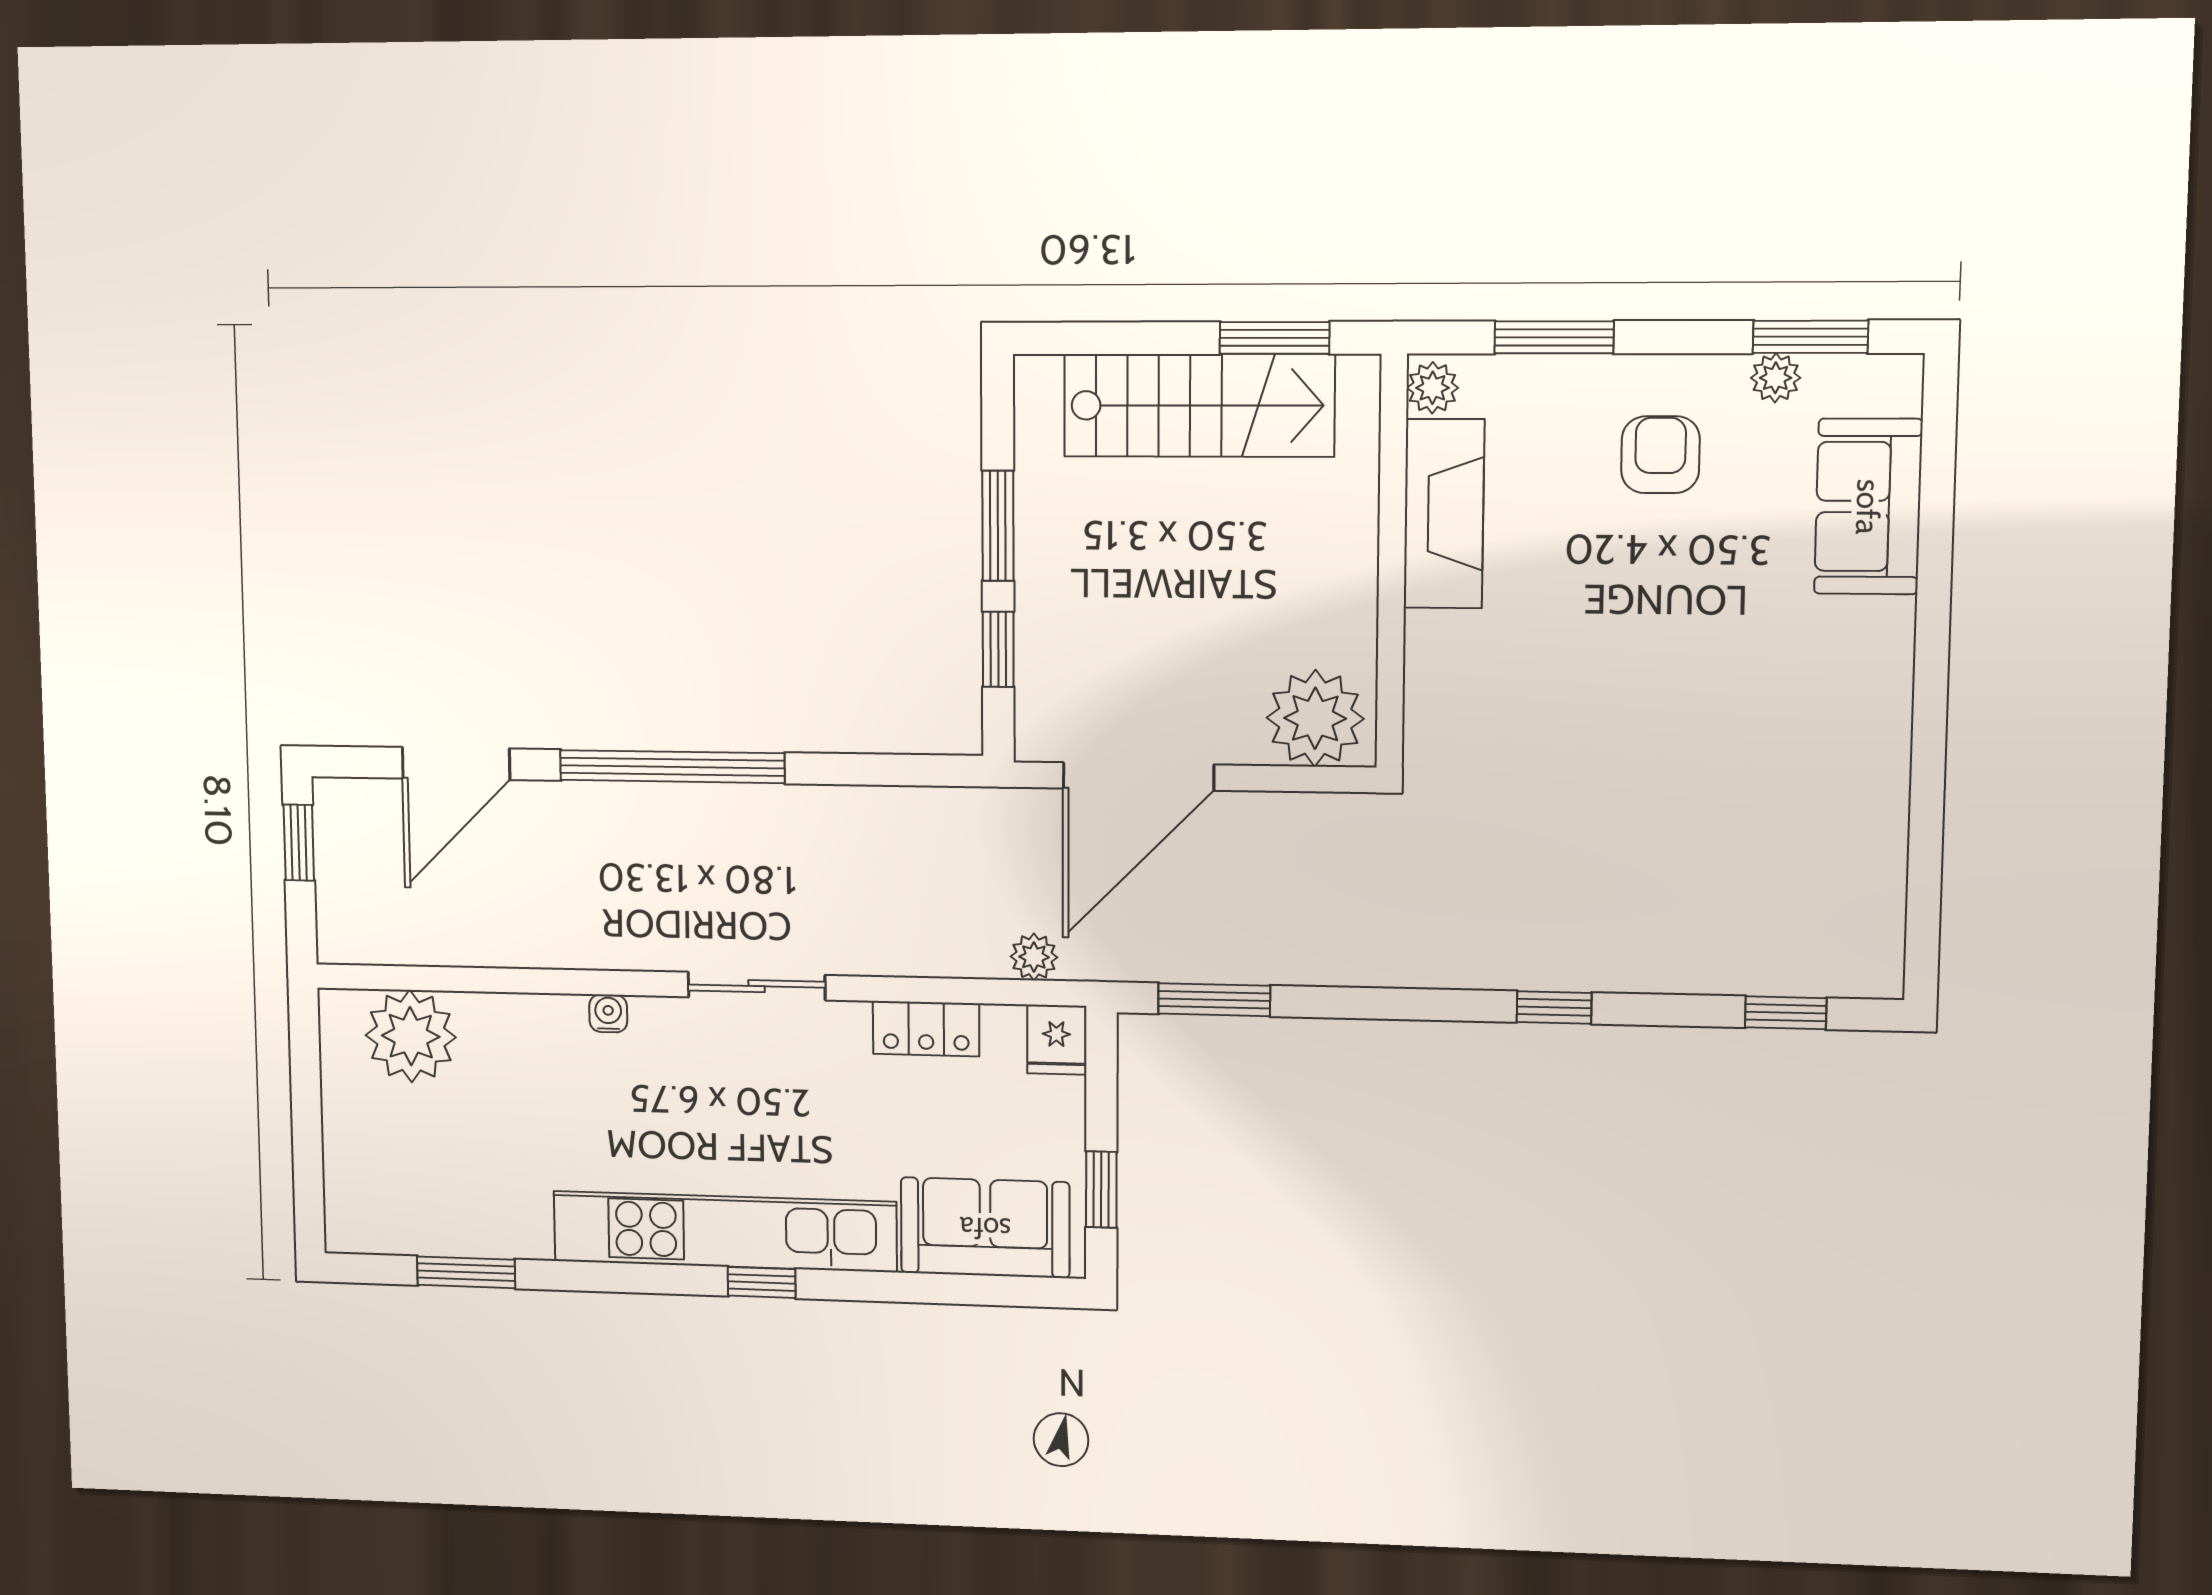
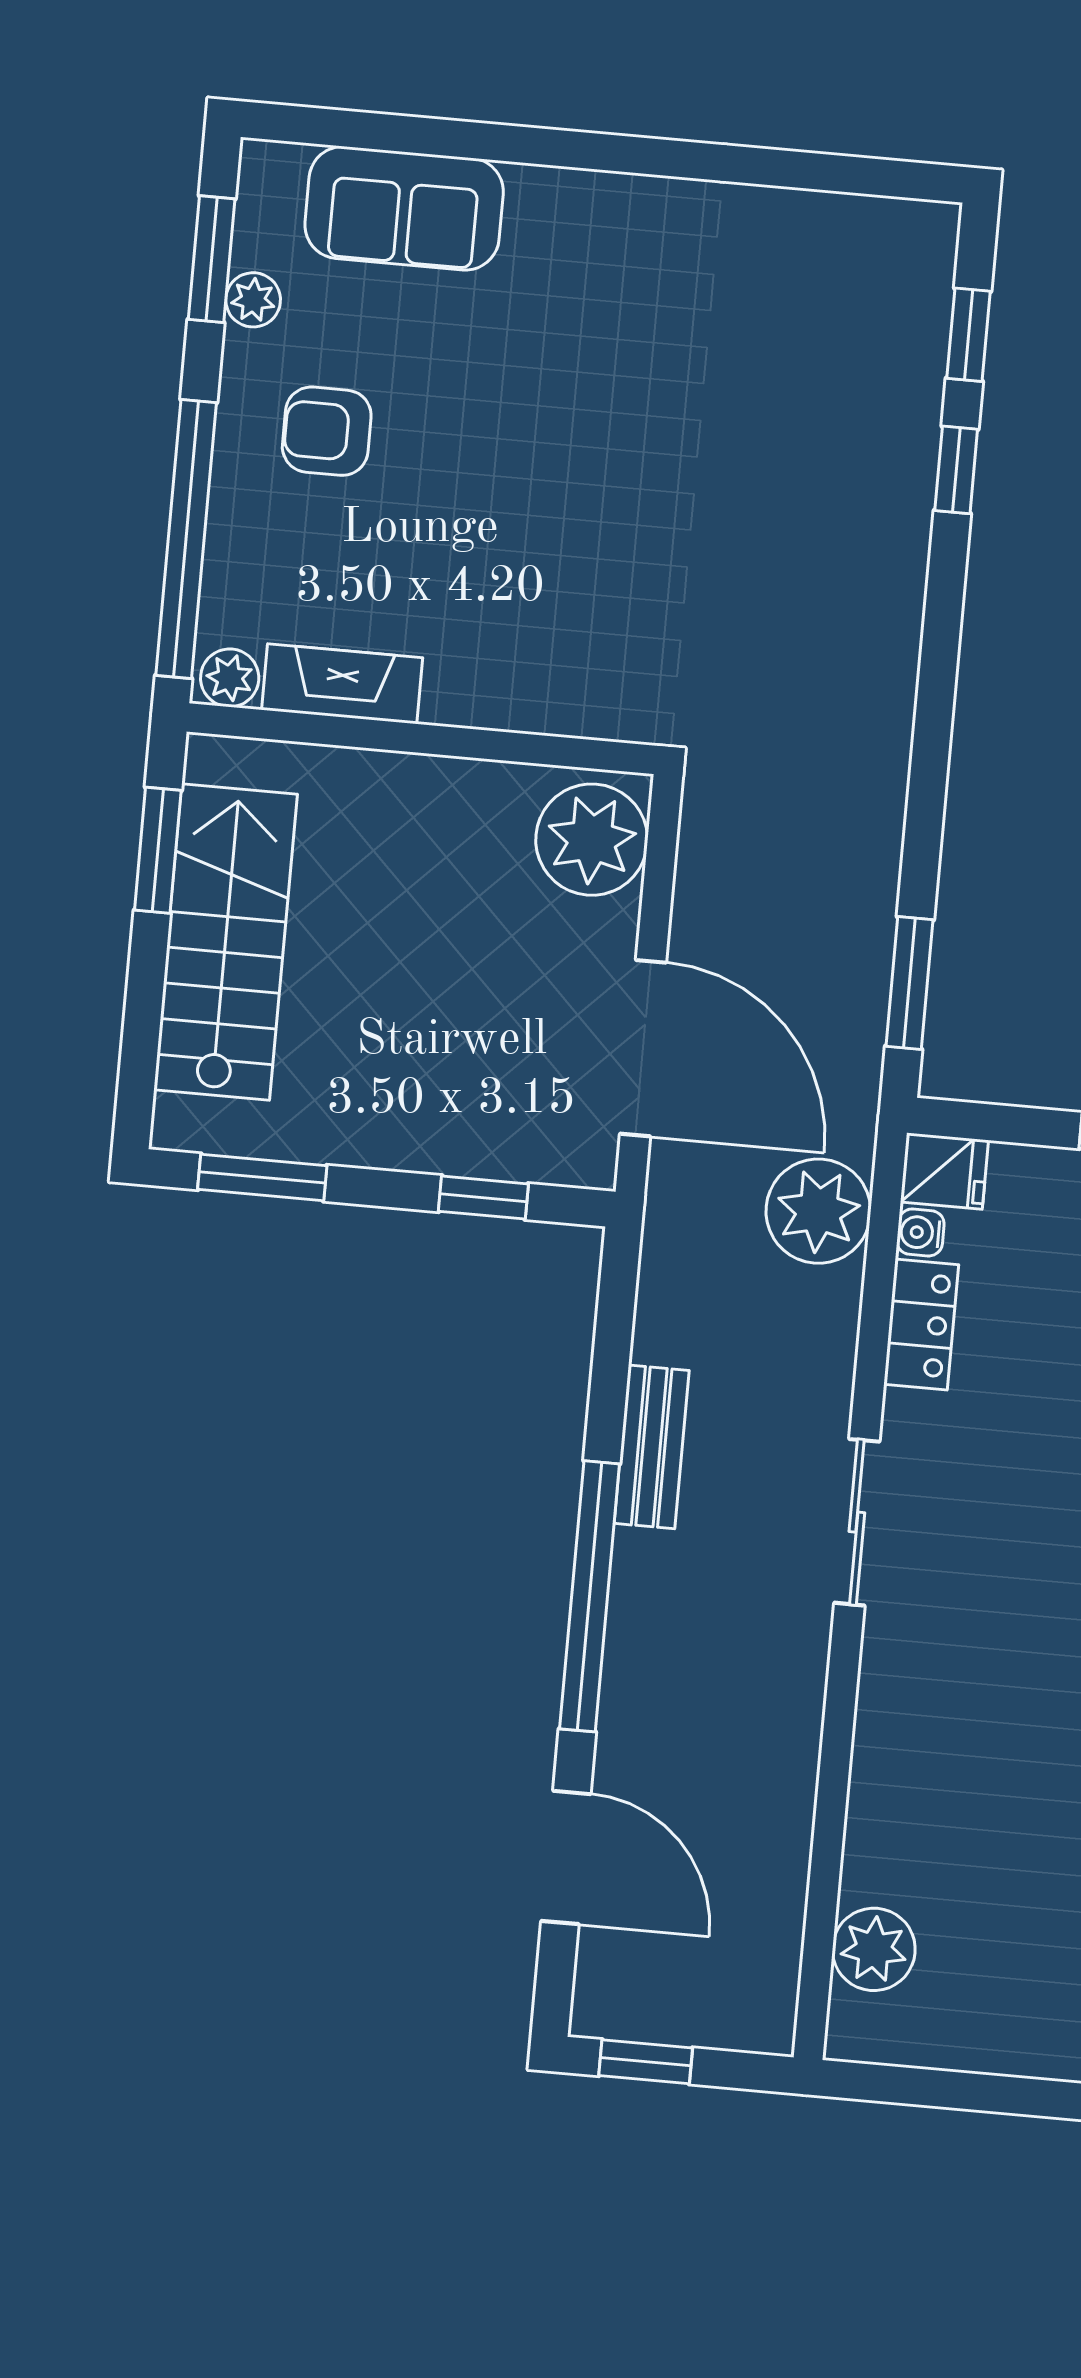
window: (1554, 337) -> (186, 539), width x2.11
fireplace: (1444, 514) -> (342, 684), width x0.73, depth x0.76
window: (998, 526) -> (262, 1177), moved
bench: (802, 809) -> (652, 1447), added
plant: (1034, 957) -> (818, 1211), width x1.88, depth x1.88
window: (1554, 1007) -> (956, 470), moved
water cooler: (608, 1013) -> (920, 1232), moved
plant: (411, 1036) -> (874, 1949), width x0.73, depth x0.73

